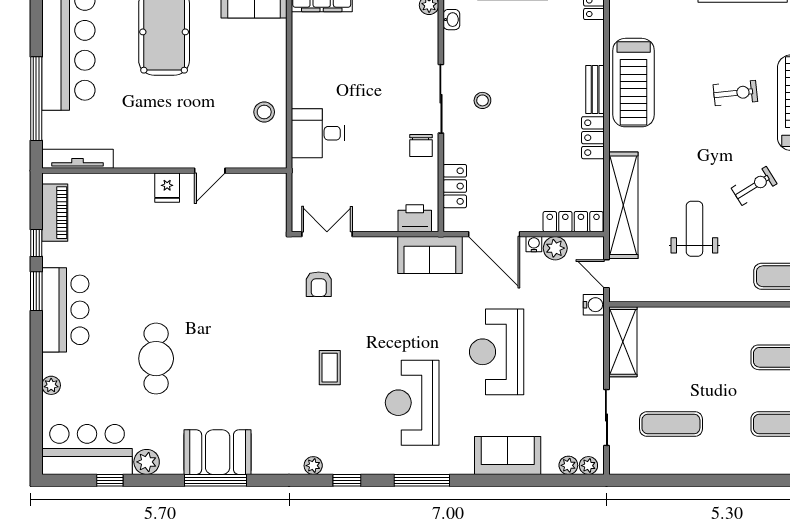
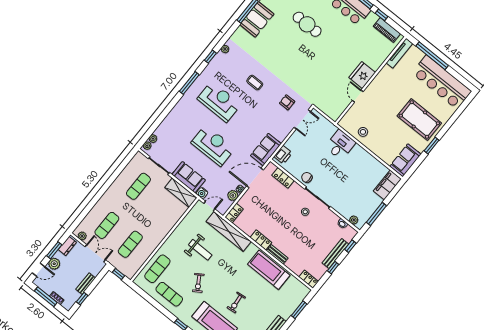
fridge: (167, 188) -> (362, 75), width x1.88, depth x1.34
locker: (573, 222) -> (234, 213), width x0.66
sofa: (508, 455) -> (189, 177), moved, turned -90

